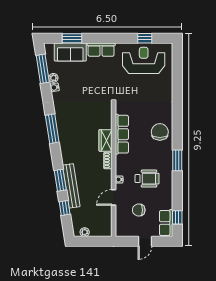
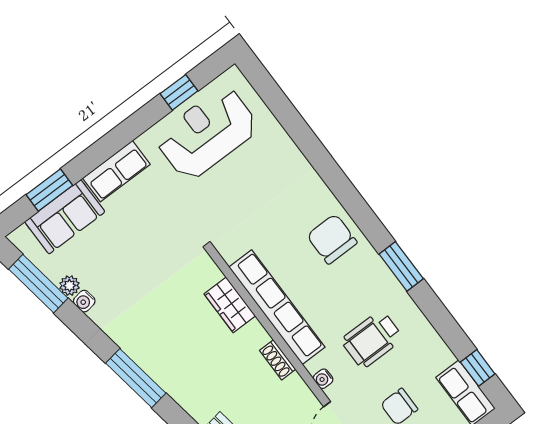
row of seats: (122, 134) -> (277, 307), width x1.36
wardrobe: (106, 140) -> (230, 305), moved
wheelchair: (147, 179) -> (372, 339), turned 180

